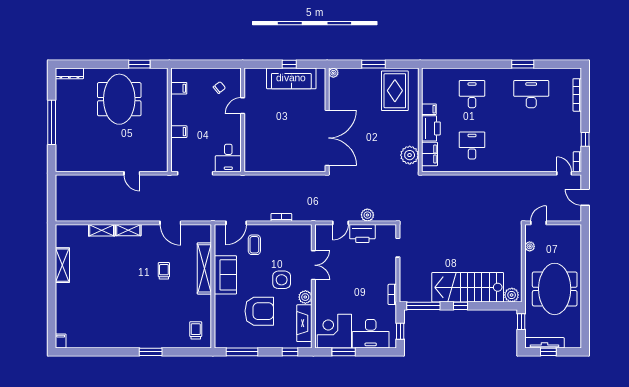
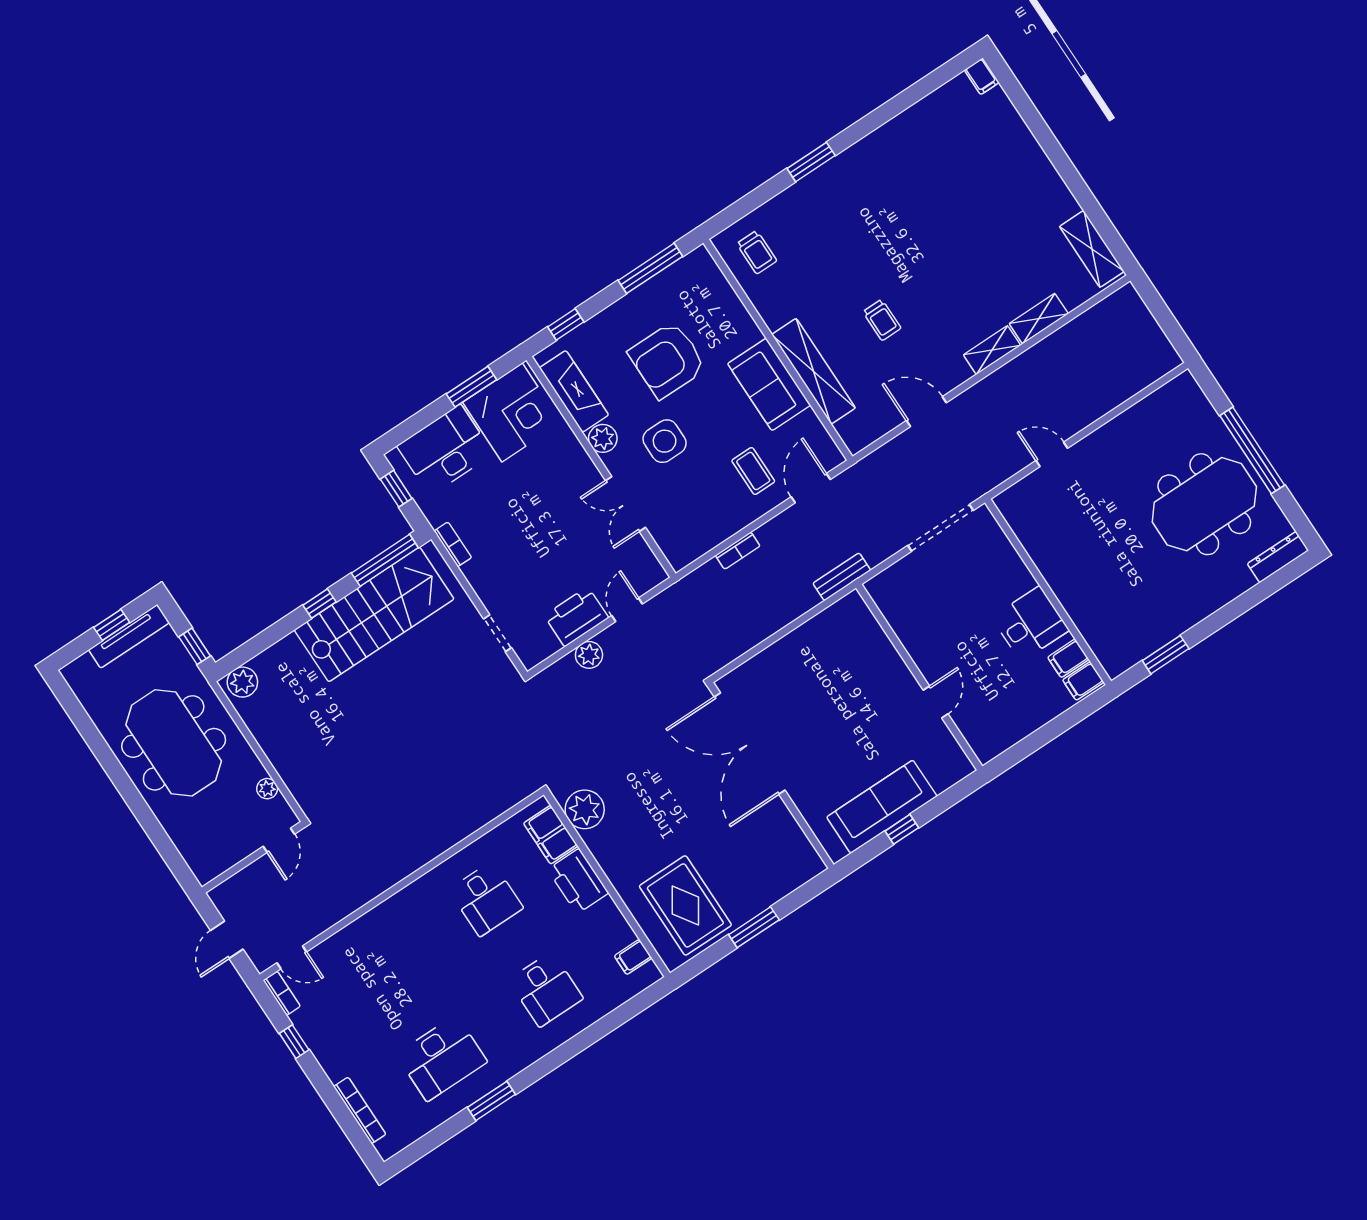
plant: (333, 73) -> (814, 866), removed
chair: (219, 88) -> (998, 707), removed
meeting table: (119, 99) -> (1204, 504), moved, turned 90
filing cabinet: (429, 109) -> (633, 957), moved
filing cabinet: (179, 132) -> (1083, 681), moved
desk: (228, 158) -> (1030, 624), moved, turned 90
bench: (247, 180) -> (842, 577), added
door: (585, 197) -> (227, 940), swing flipped
shelving: (62, 265) -> (1092, 249), moved
stairs: (468, 287) -> (374, 614), moved

